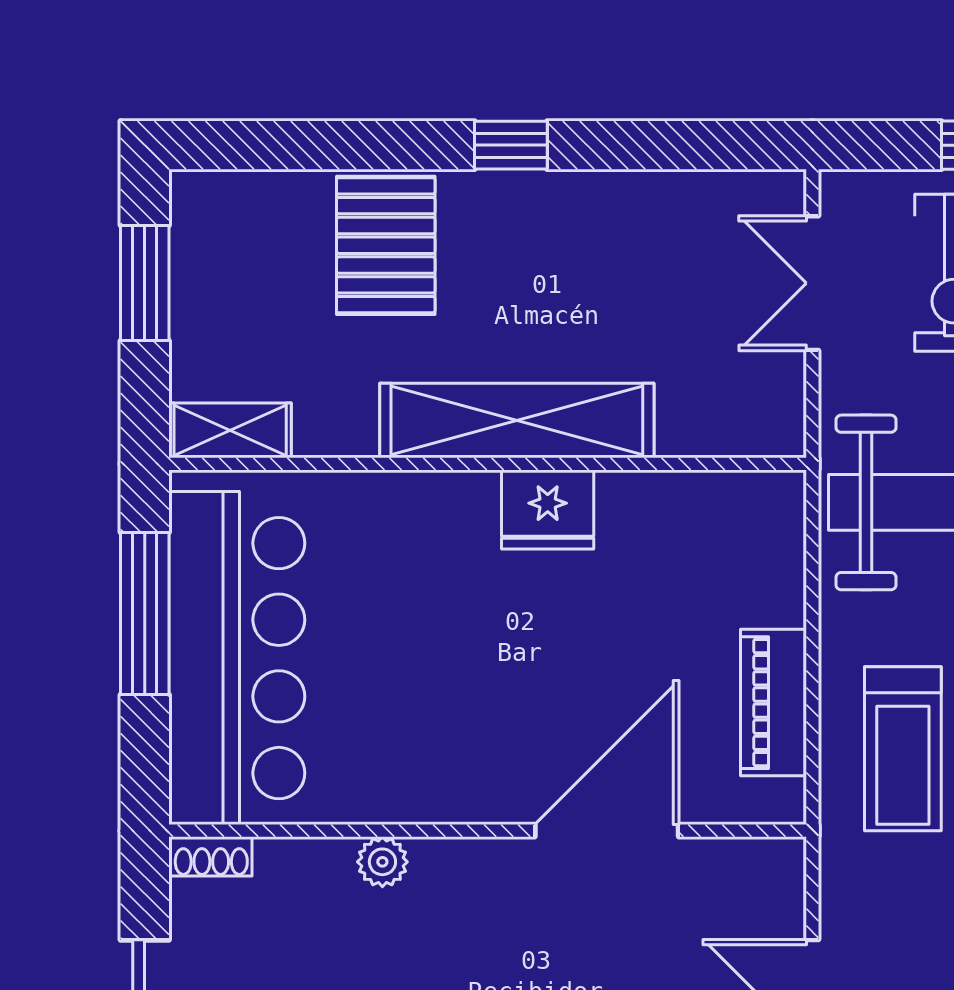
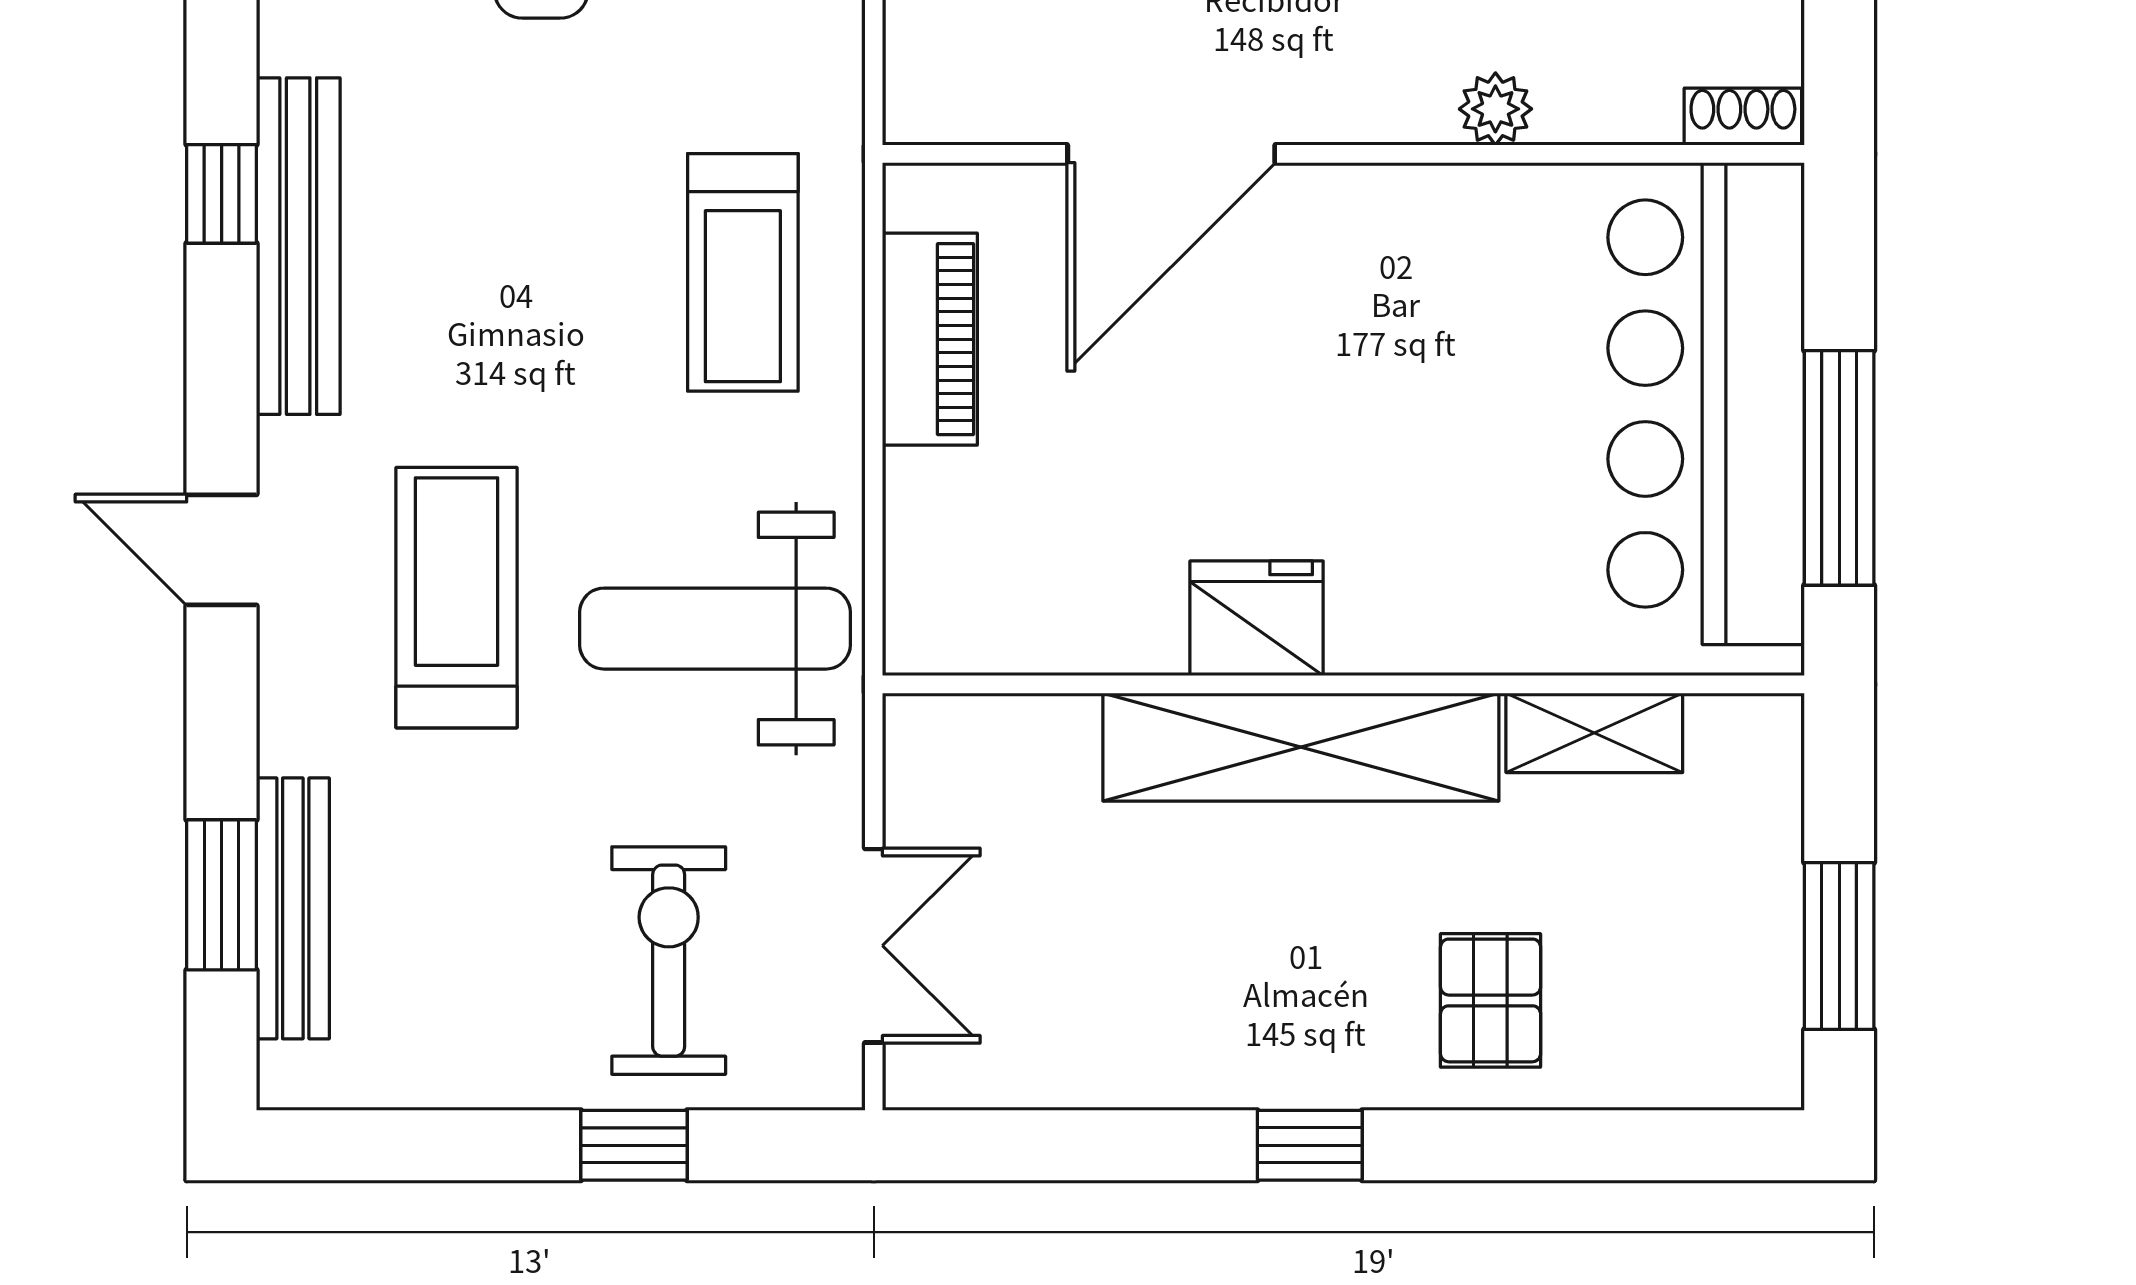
pallet: (386, 245) -> (1491, 1000), width x0.67, depth x0.71
shelving: (230, 430) -> (1594, 733), moved
treadmill: (903, 749) -> (743, 272), turned 180

